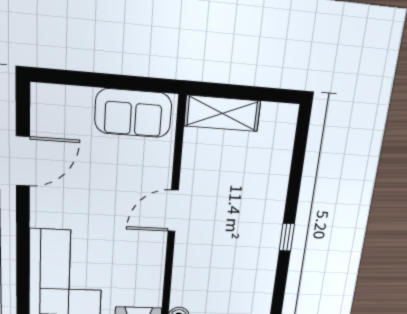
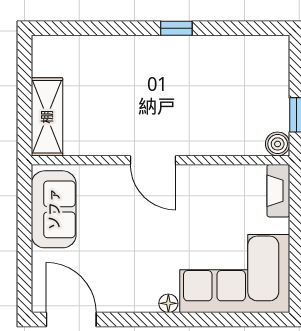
door: (23, 161) -> (71, 320), moved
floor lamp: (39, 218) -> (168, 303), added

